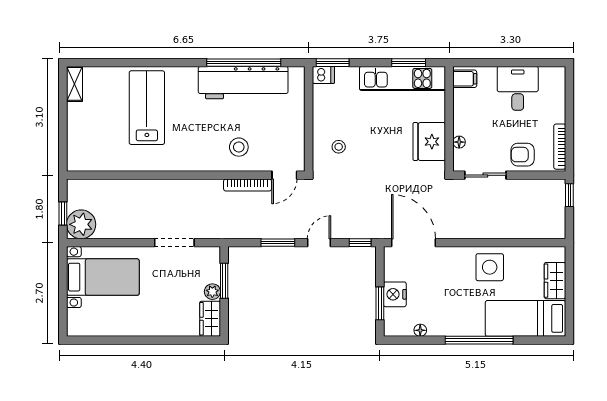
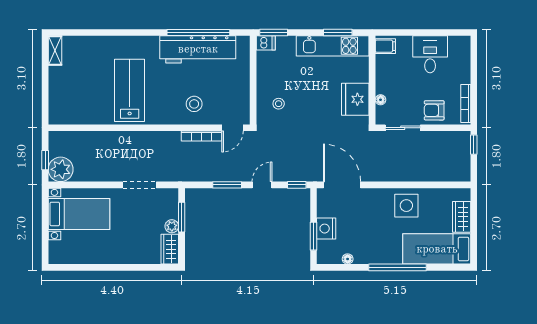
lab bench: (147, 108) -> (130, 90), moved

